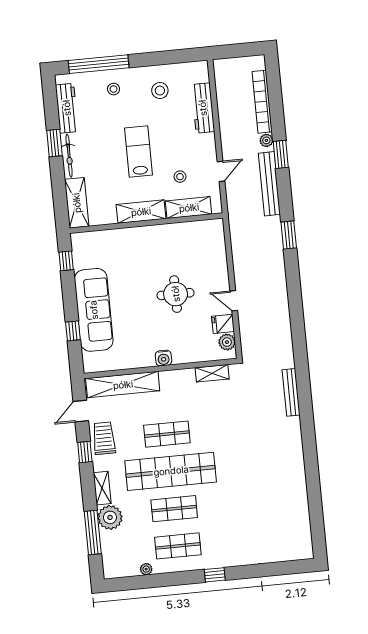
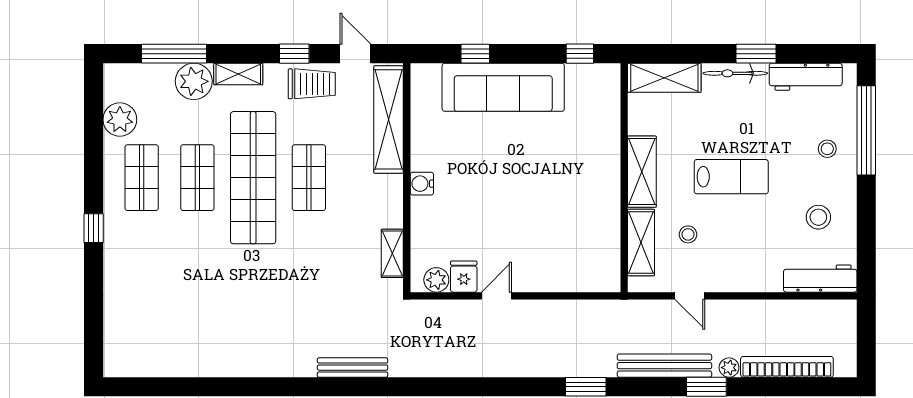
workbench: (203, 108) -> (820, 279), moved
round table: (176, 294) -> (515, 211), removed
plant: (146, 569) -> (120, 120), width x1.87, depth x1.87

